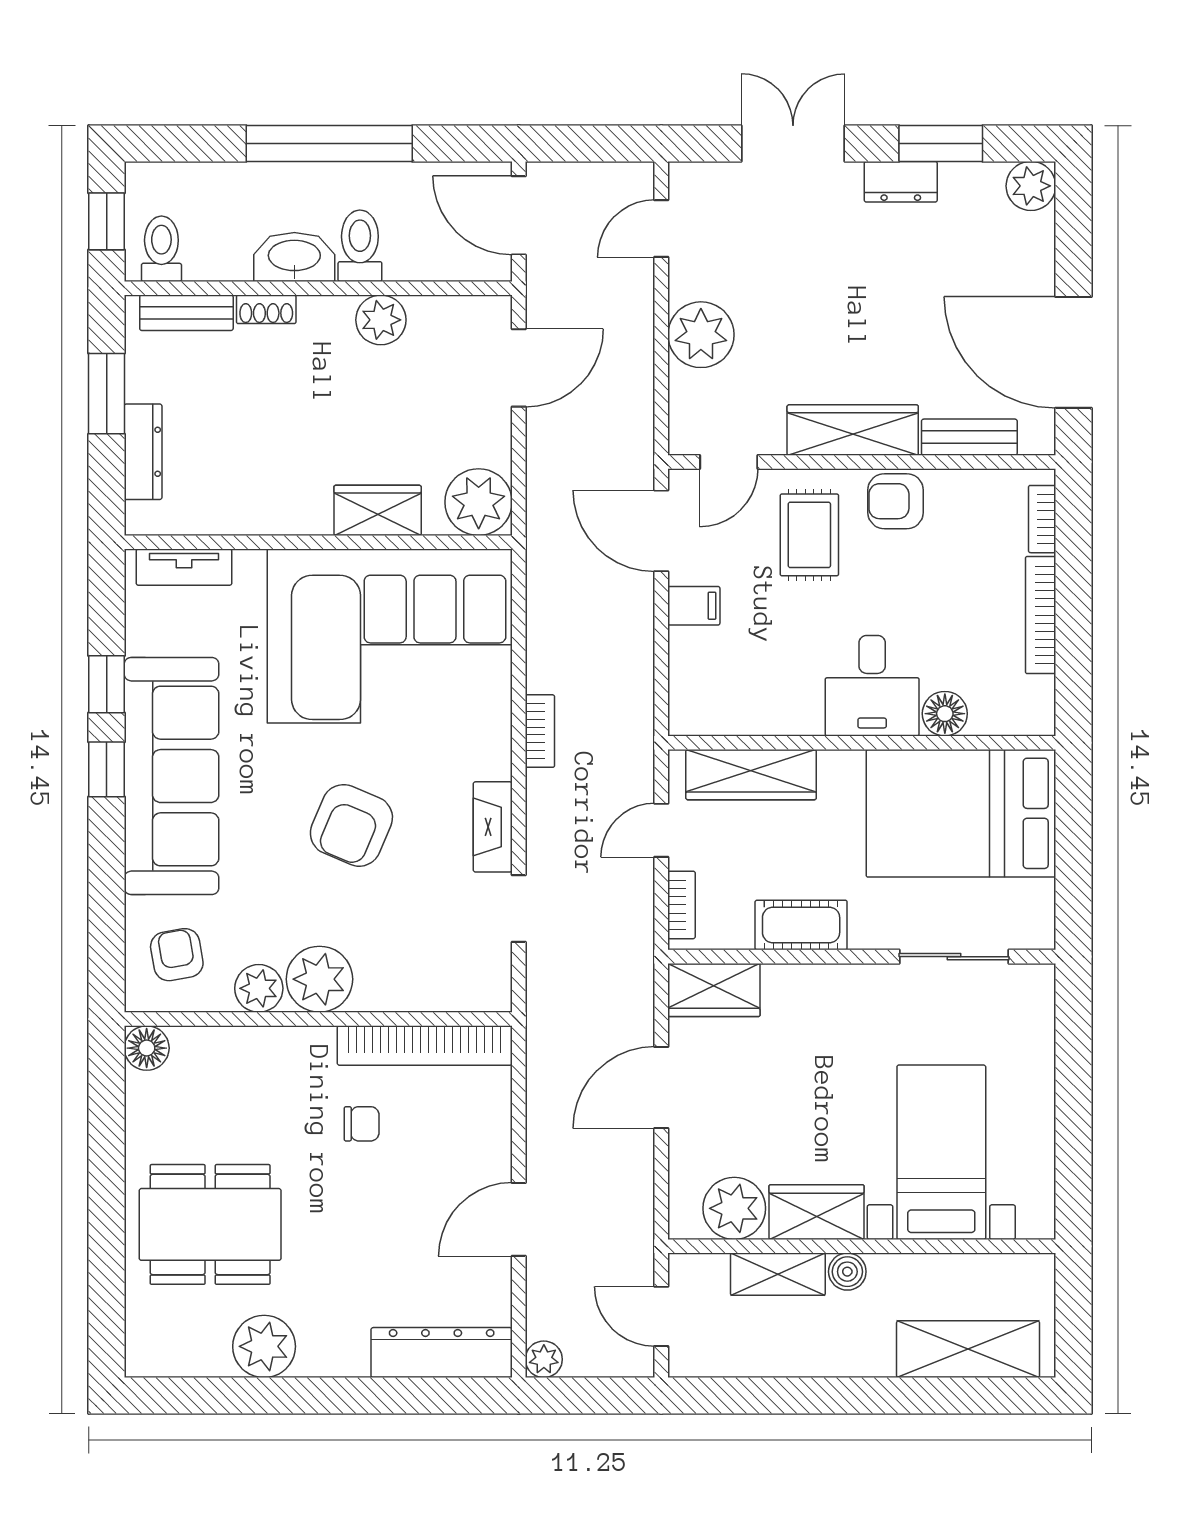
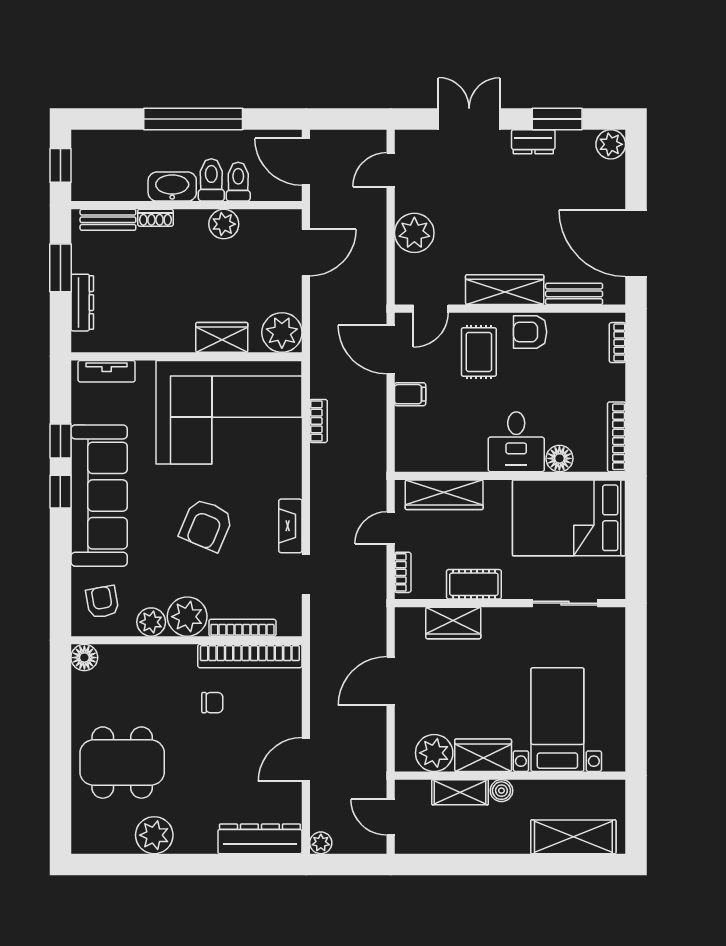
toilet: (161, 249) -> (238, 182), moved
bookcase: (1041, 615) -> (617, 437), moved
bookcase: (540, 731) -> (318, 421), moved
wardrobe: (714, 990) -> (453, 623), moved
bookcase: (412, 998) -> (242, 628), added

